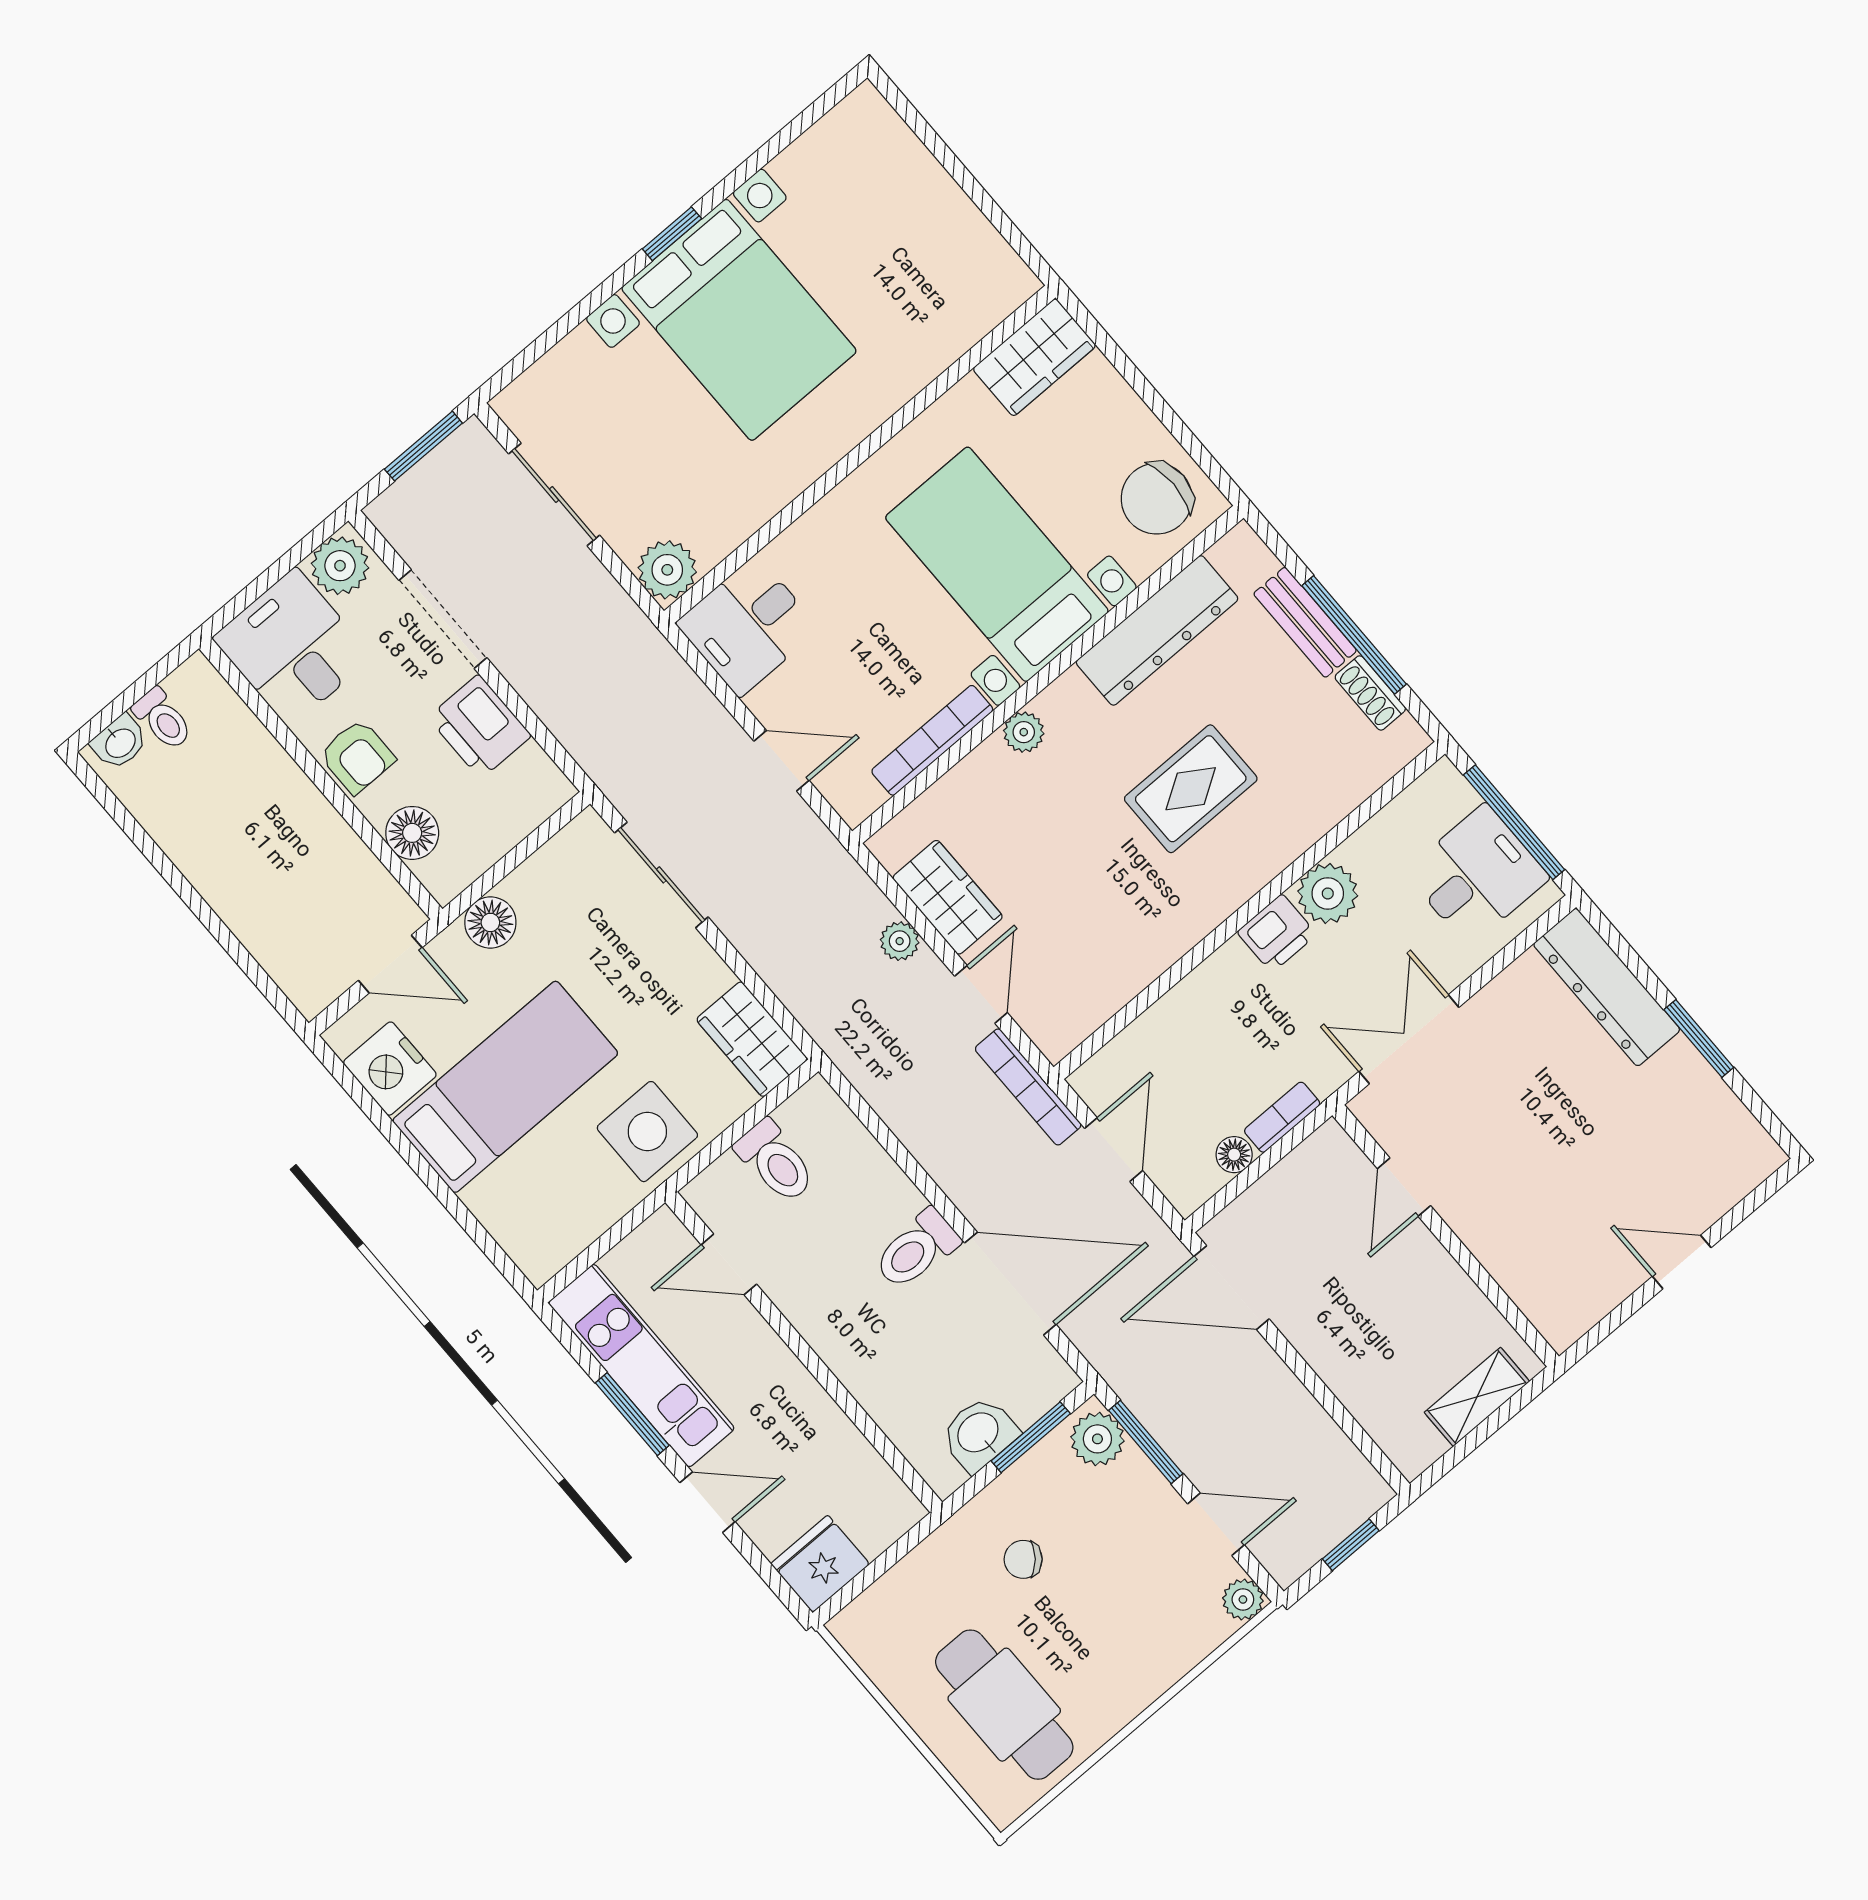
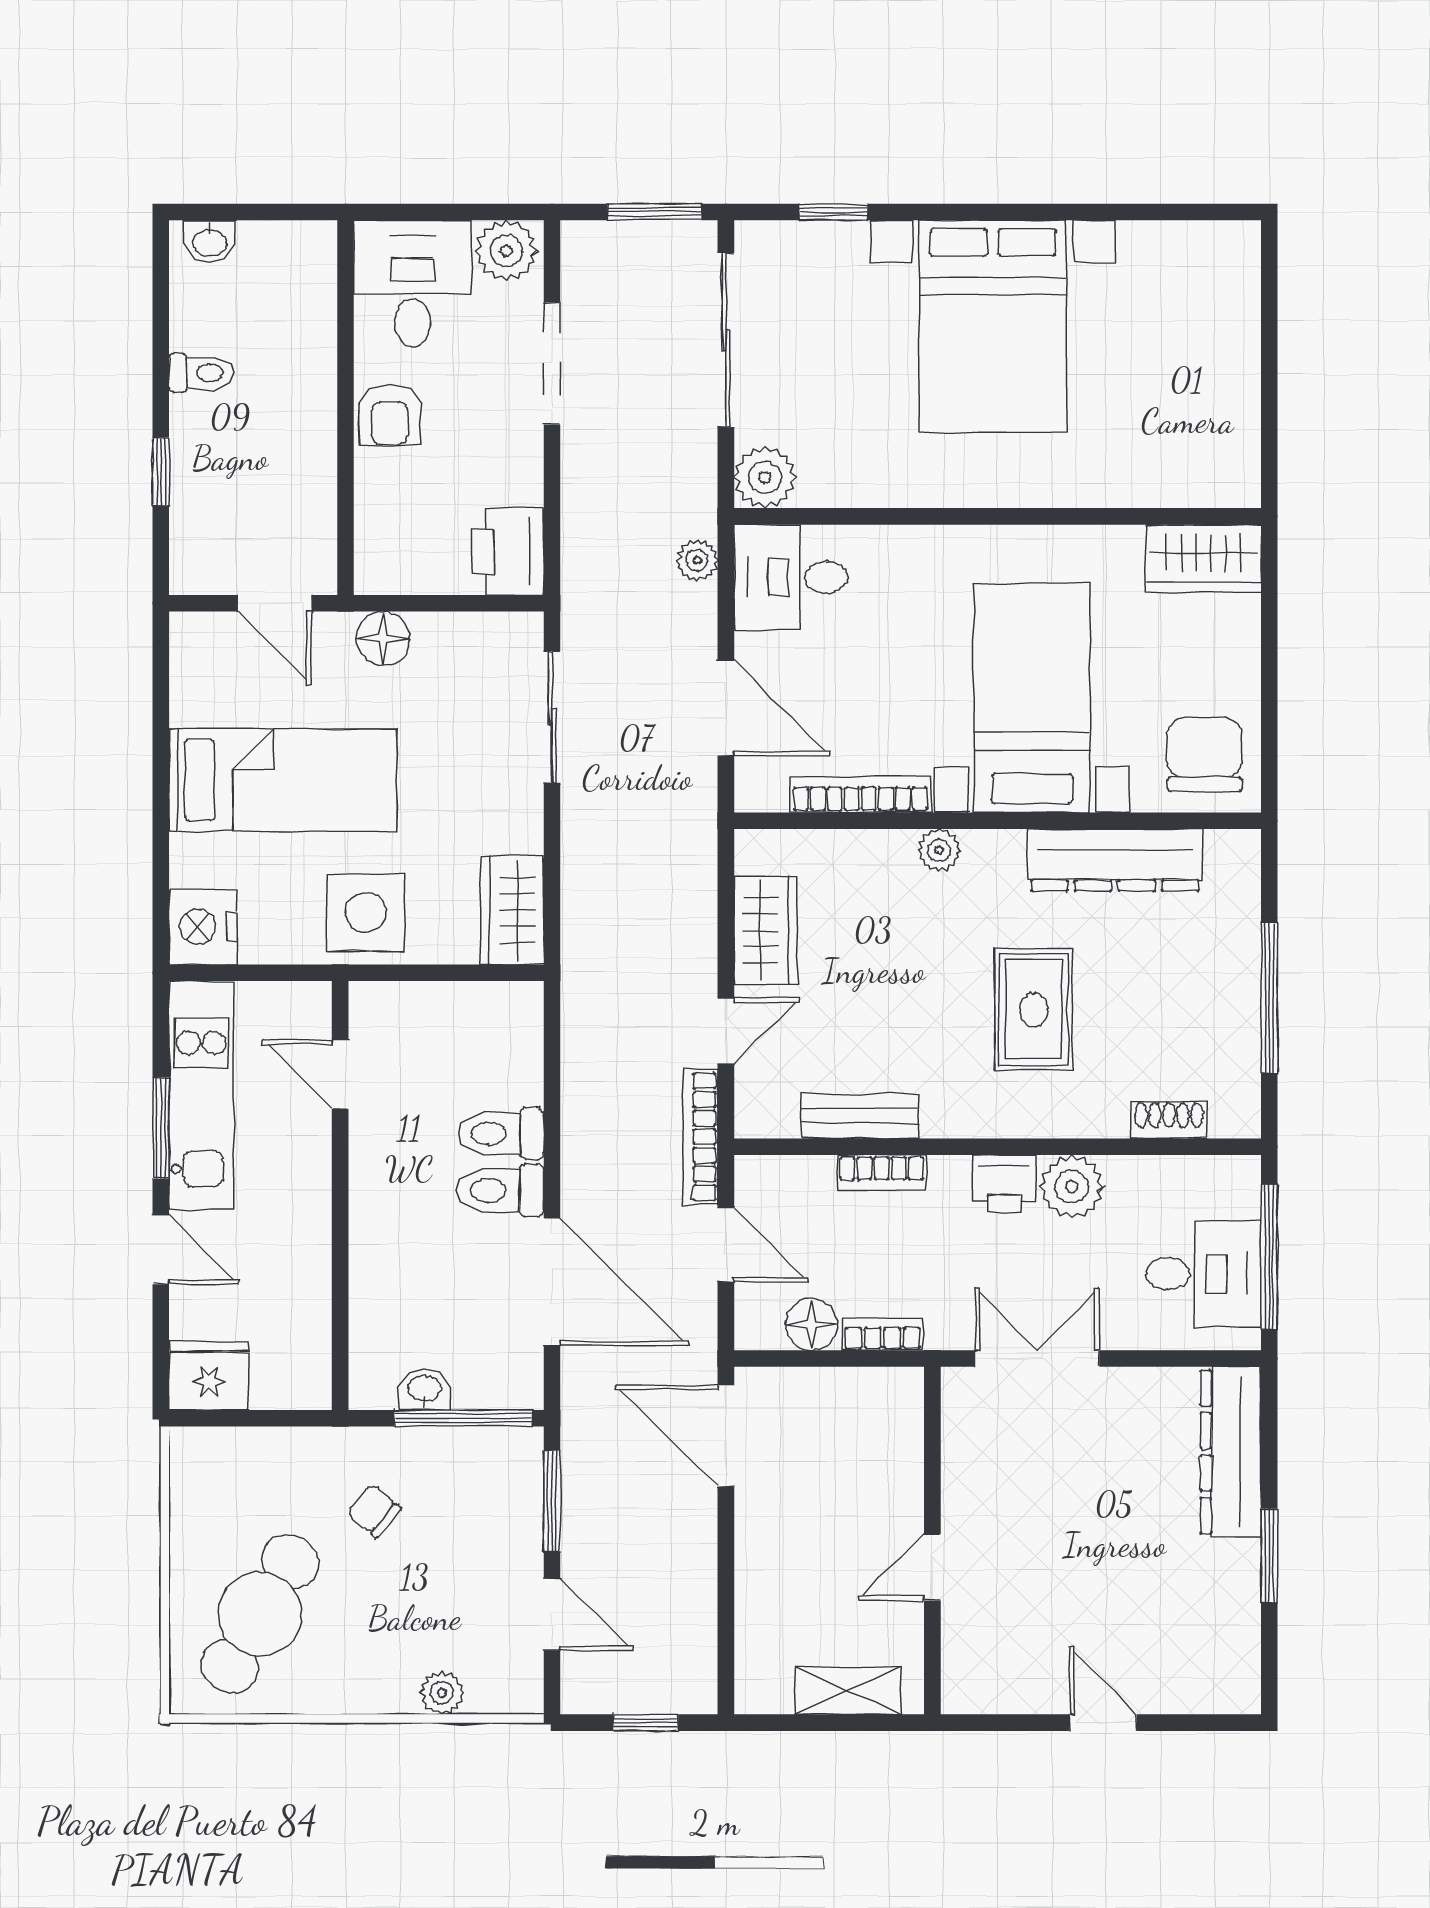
window: (672, 234) -> (833, 212), moved
sliding door: (554, 494) -> (726, 340), width x1.37
chair: (1157, 499) -> (1205, 754), turned 90
bench: (1305, 622) -> (860, 1116), moved, turned 90
shoe rack: (1370, 693) -> (1169, 1120), moved, turned 90
toilet: (163, 719) -> (201, 373), moved, turned -90
printer: (480, 727) -> (508, 552), moved
door: (782, 761) -> (726, 708), width x1.38
rug: (1191, 789) -> (1034, 1009), turned 90
floor lamp: (412, 833) -> (382, 514), removed
window: (226, 939) -> (161, 472), added
plant: (900, 941) -> (697, 560), moved
bookcase: (1181, 1001) -> (882, 1173), added
nightstand: (390, 1069) -> (203, 927), moved
door: (1114, 1150) -> (726, 1245), hinge flipped
floor lamp: (1234, 1155) -> (812, 1324), width x1.37, depth x1.37
toilet: (775, 1161) -> (501, 1134), moved, turned 90
door: (1404, 1187) -> (932, 1567), moved
washbasin: (979, 1434) -> (424, 1389), width x0.72, depth x0.69
window: (1031, 1437) -> (463, 1418), width x1.44
plant: (1097, 1439) -> (516, 1465), removed
plant: (1243, 1599) -> (442, 1693), moved
cafe table: (1004, 1705) -> (260, 1614), turned 30

